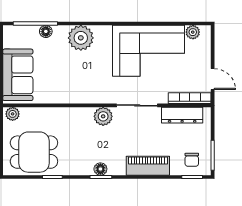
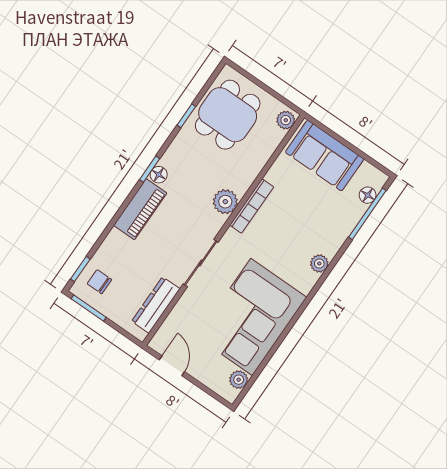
floor lamp: (46, 31) -> (368, 195), moved
plant: (81, 38) -> (319, 264), width x0.53, depth x0.53
door: (213, 79) -> (172, 366), swing flipped
bookcase: (190, 98) -> (252, 206), moved
plant: (103, 116) -> (225, 202), moved
piano: (148, 166) -> (140, 209), moved

